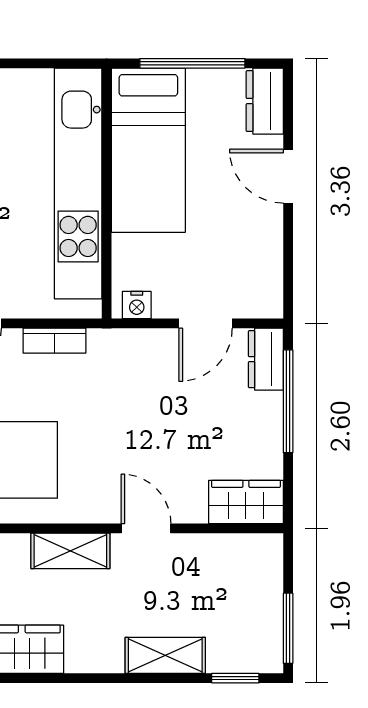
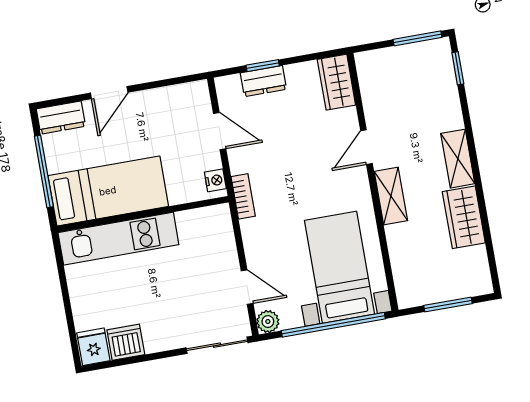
kitchen unit: (78, 183) -> (118, 239), width x0.73
bookcase: (55, 341) -> (243, 196), moved
dresser: (266, 359) -> (263, 81), moved
window: (288, 401) -> (263, 66), width x0.46
shelving: (165, 655) -> (458, 159), moved

